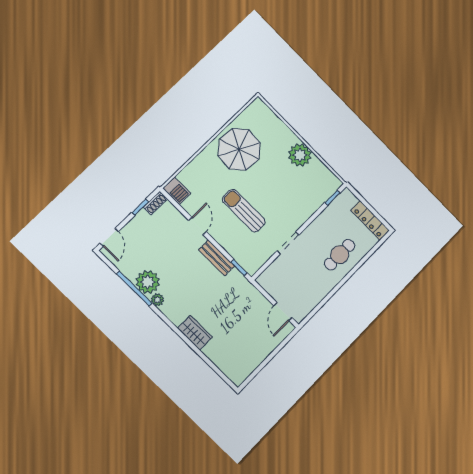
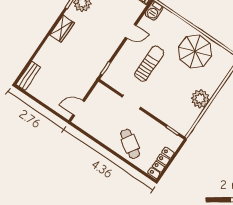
cafe table: (340, 255) -> (130, 144), turned 33
bench: (217, 258) -> (28, 76), moved
plant: (158, 300) -> (71, 12), removed
wardrobe: (195, 333) -> (62, 29), moved

